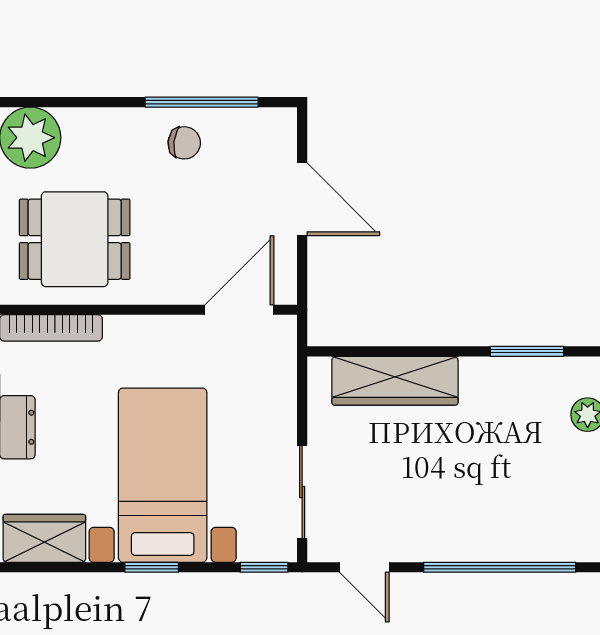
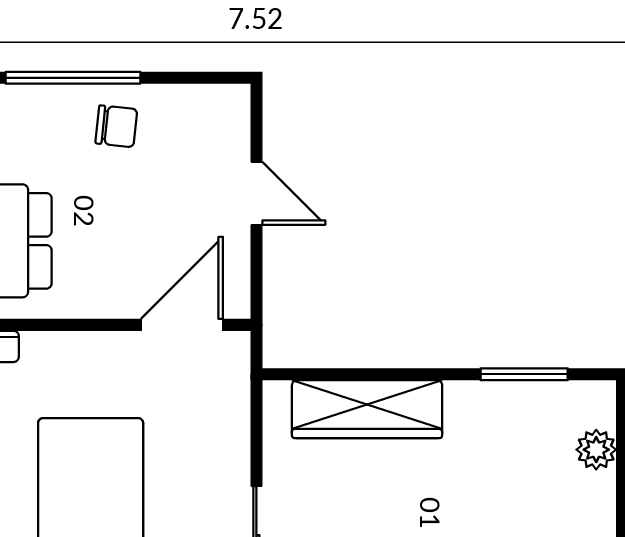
window: (202, 102) -> (73, 78), moved
door: (302, 199) -> (256, 193), width x0.73

